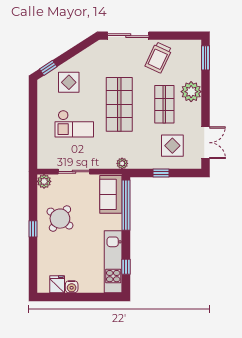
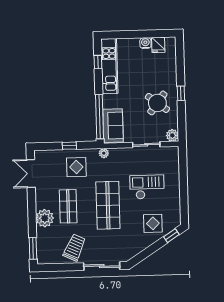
display table: (172, 146) -> (76, 167), moved

